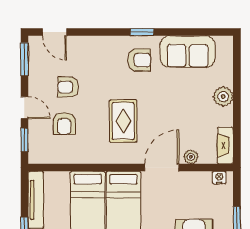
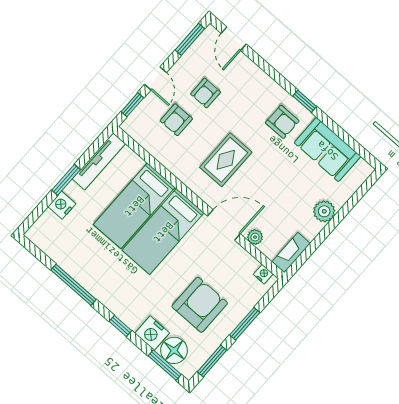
armchair: (68, 87) -> (206, 93), turned -90

